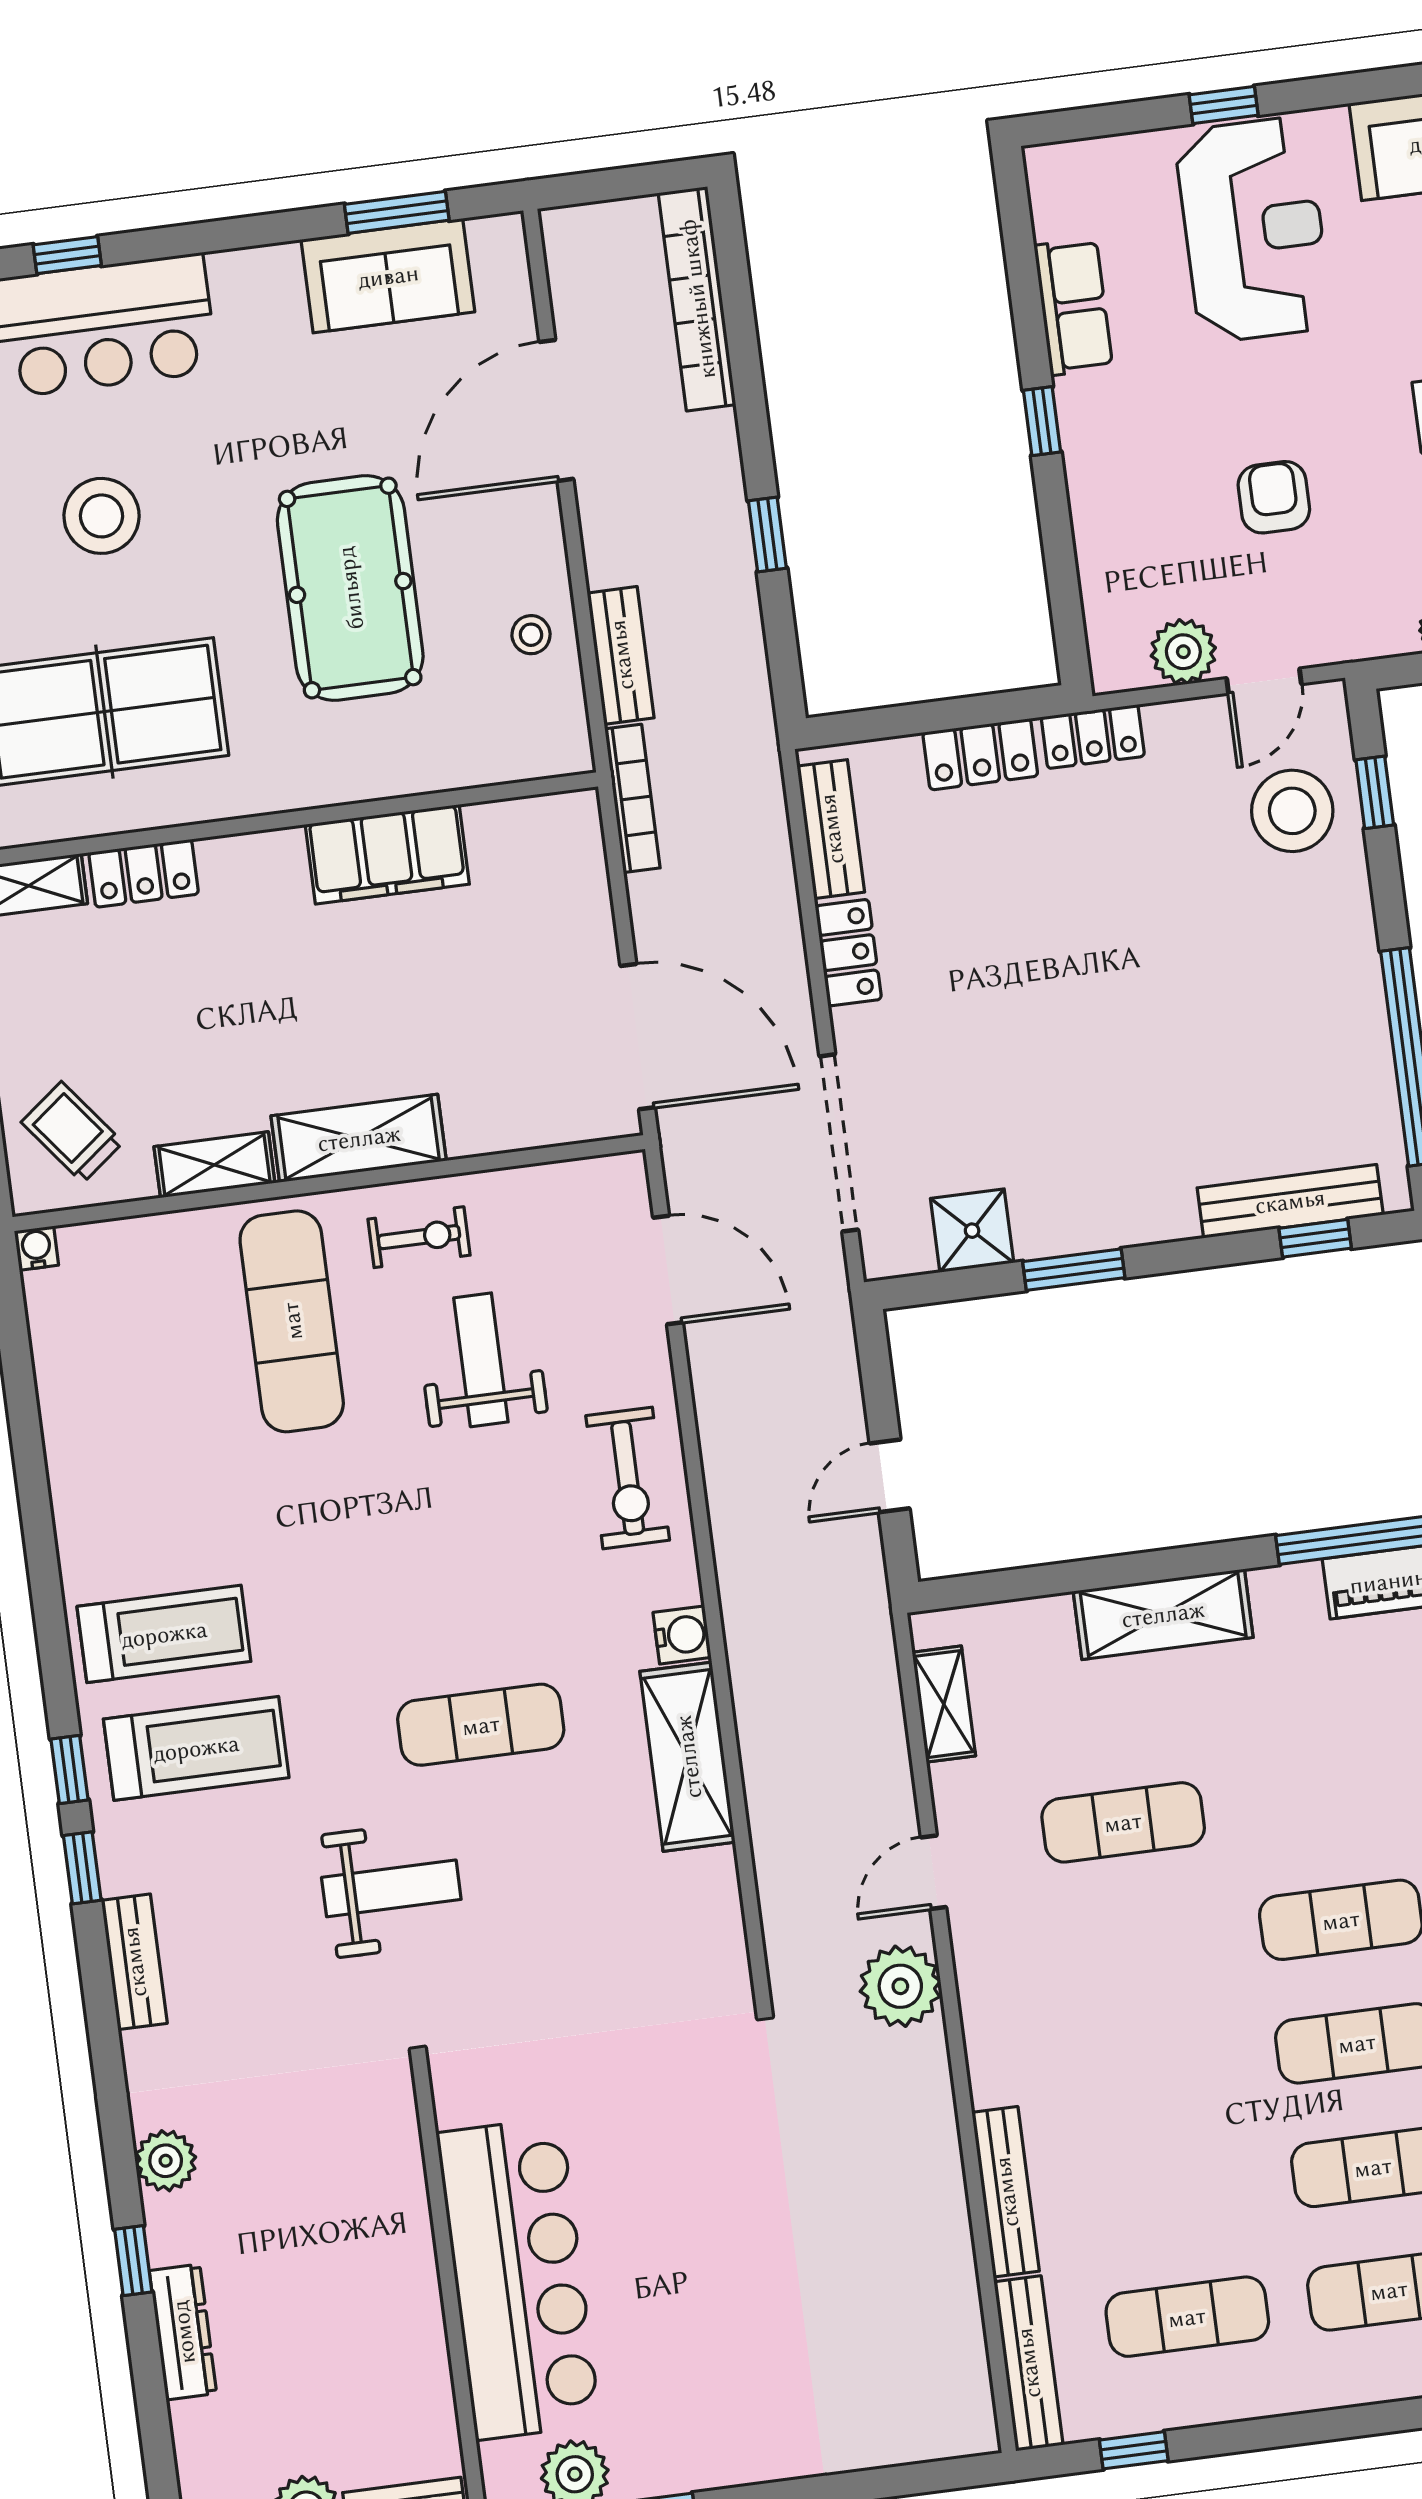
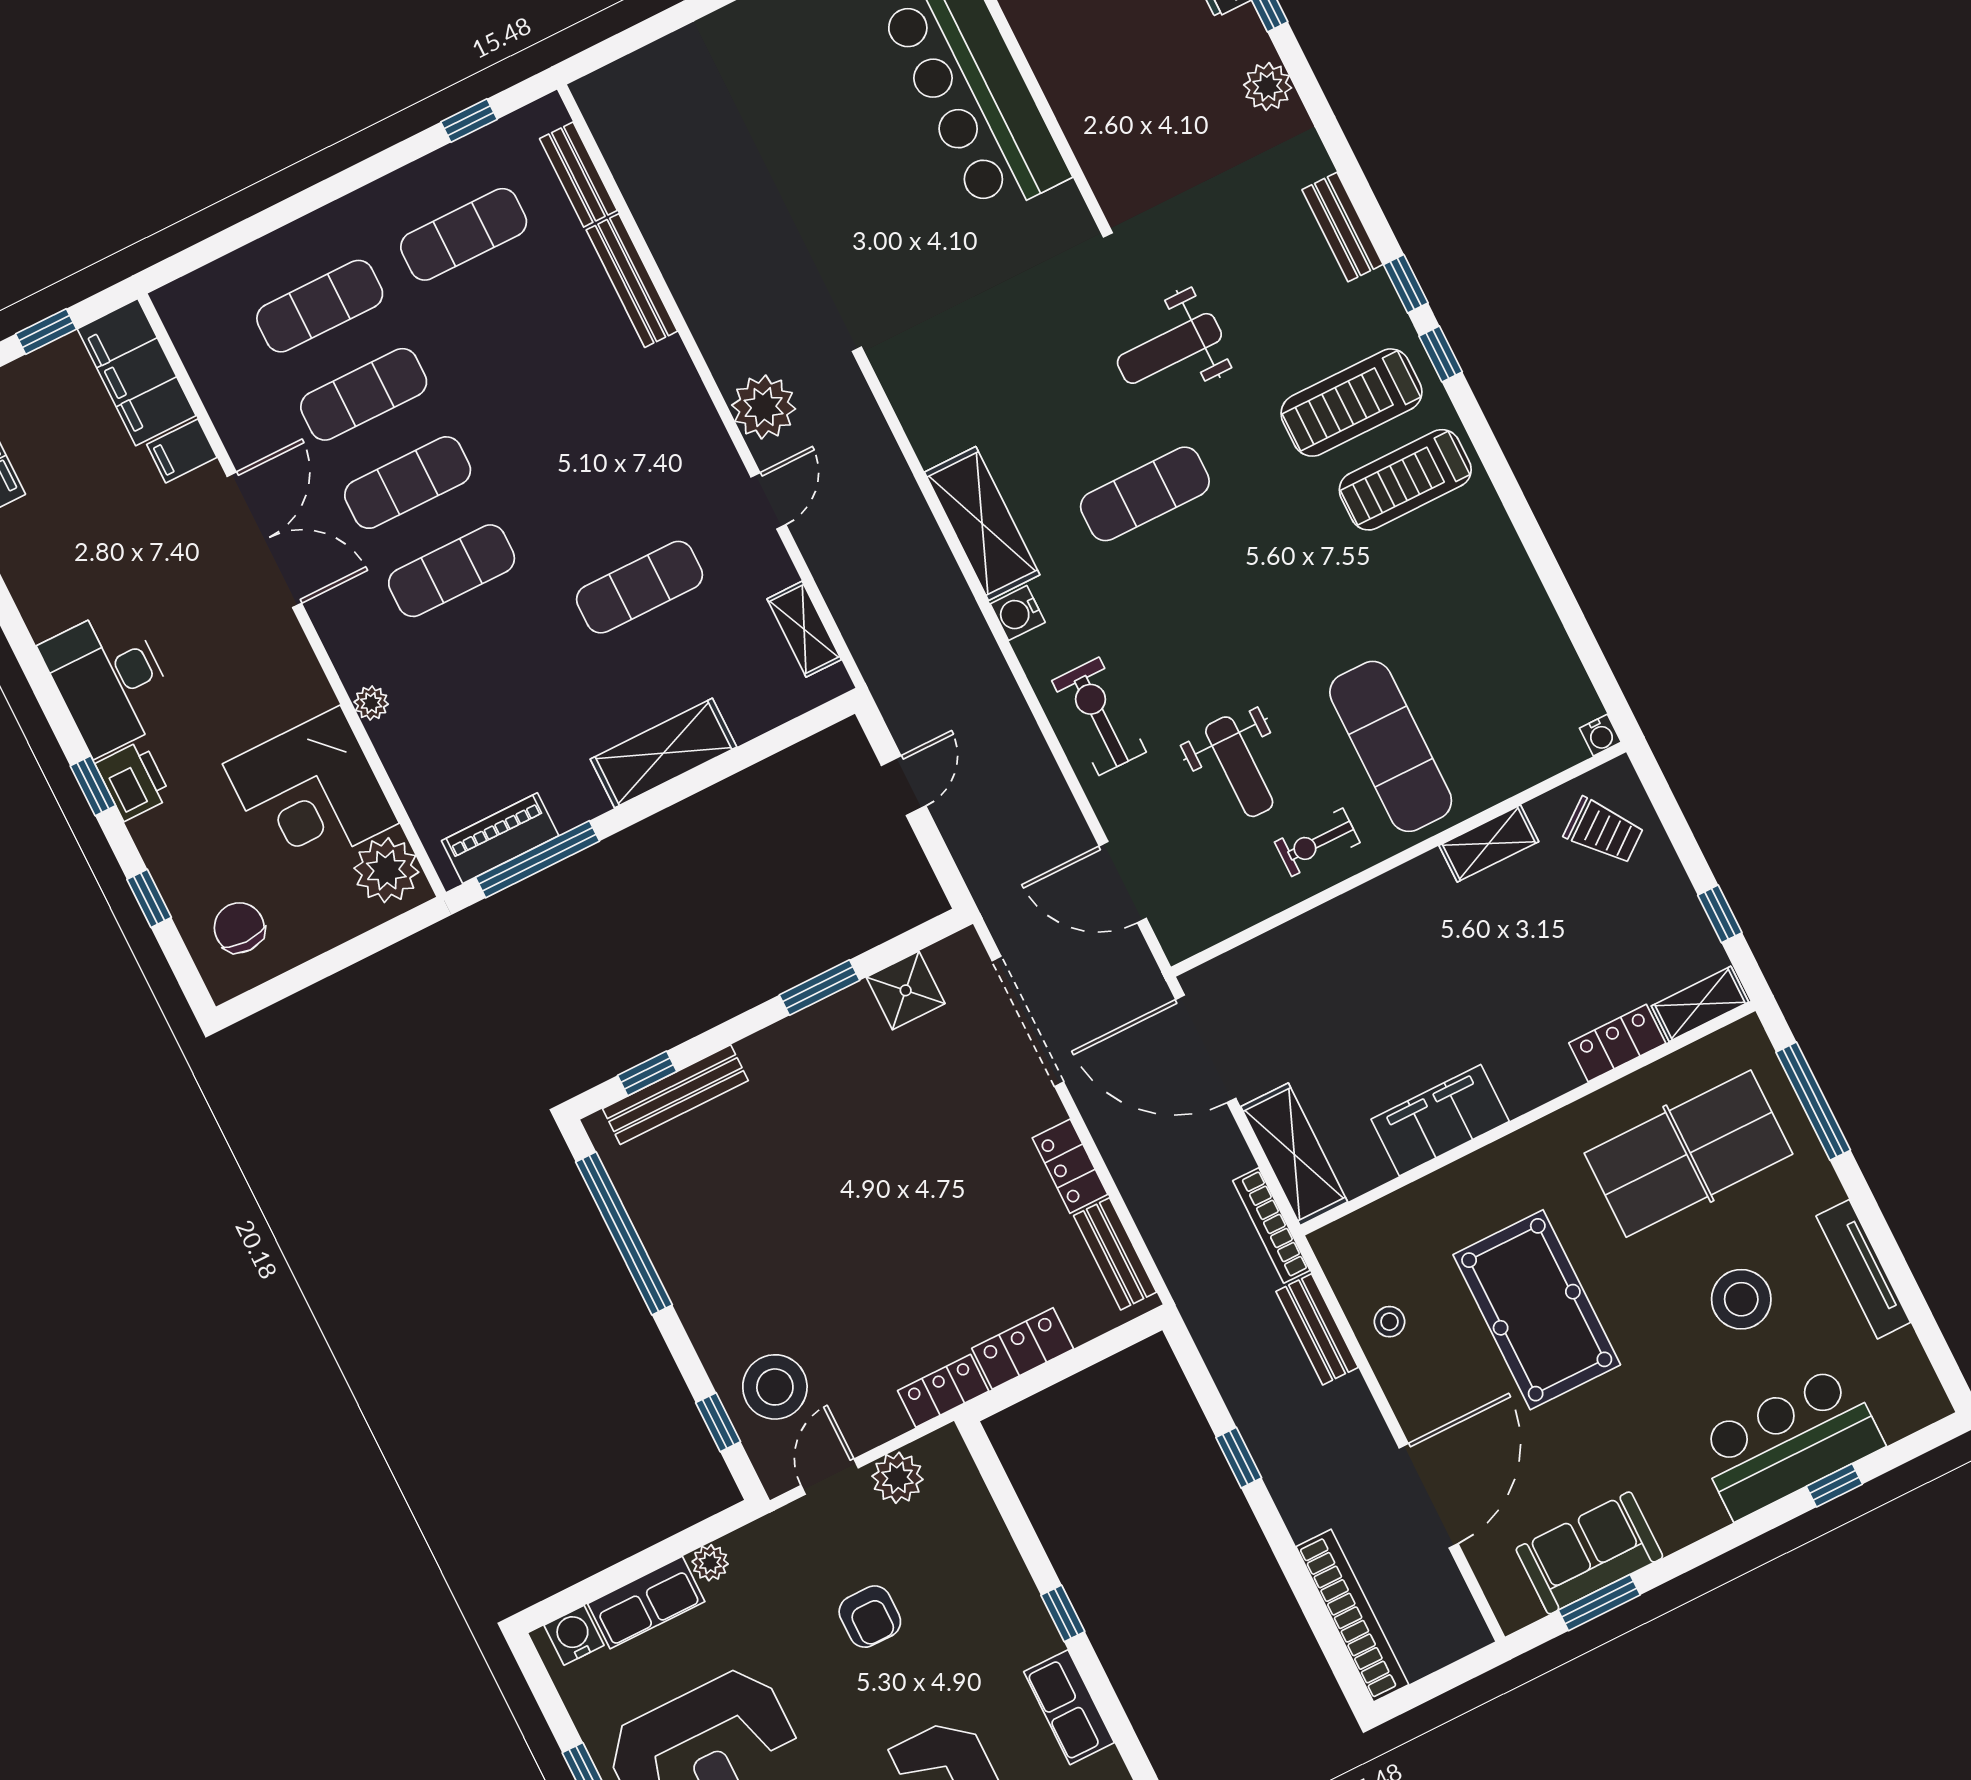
shelving: (359, 1138) -> (1294, 1154), moved, turned 90
bench: (1028, 2363) -> (578, 174), width x0.73

